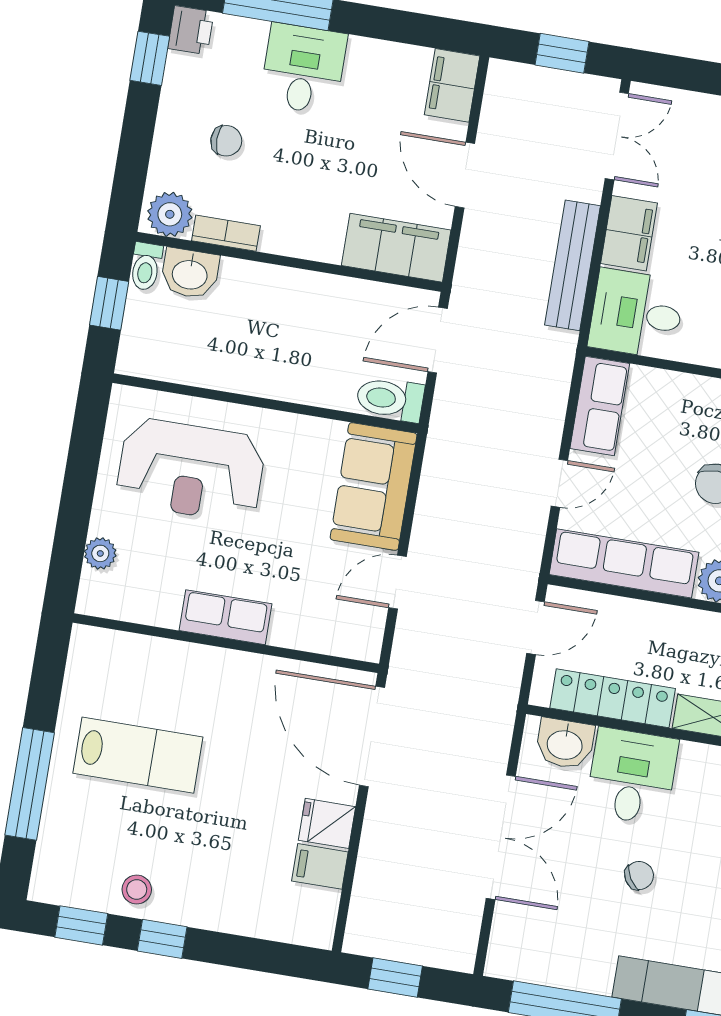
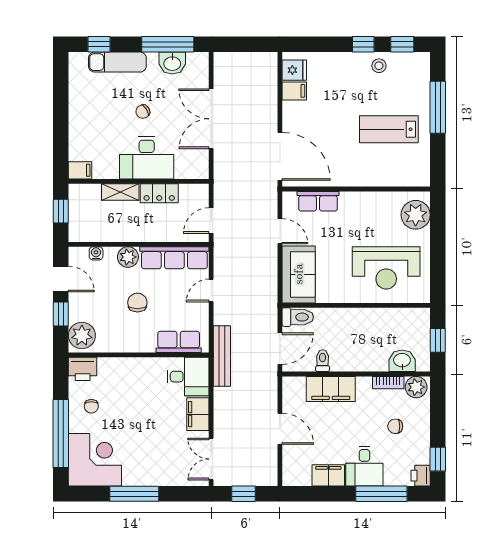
filing cabinet: (452, 85) -> (328, 475), moved, turned -90
filing cabinet: (396, 248) -> (331, 389), moved
bench: (573, 265) -> (222, 356), moved
toilet: (146, 266) -> (323, 361), moved
row of seats: (600, 406) -> (179, 342), moved, turned 90
reception desk: (191, 470) -> (386, 268), turned 180
plant: (100, 553) -> (416, 215), width x1.87, depth x1.87
door: (398, 582) -> (280, 231), hinge flipped
row of seats: (225, 617) -> (318, 201), moved
locker: (613, 698) -> (159, 193), width x0.66
washbasin: (565, 744) -> (172, 63), moved, turned 180
desk: (632, 776) -> (147, 158), width x1.37
fridge: (327, 823) -> (294, 70), moved
window: (395, 977) -> (250, 44), removed

